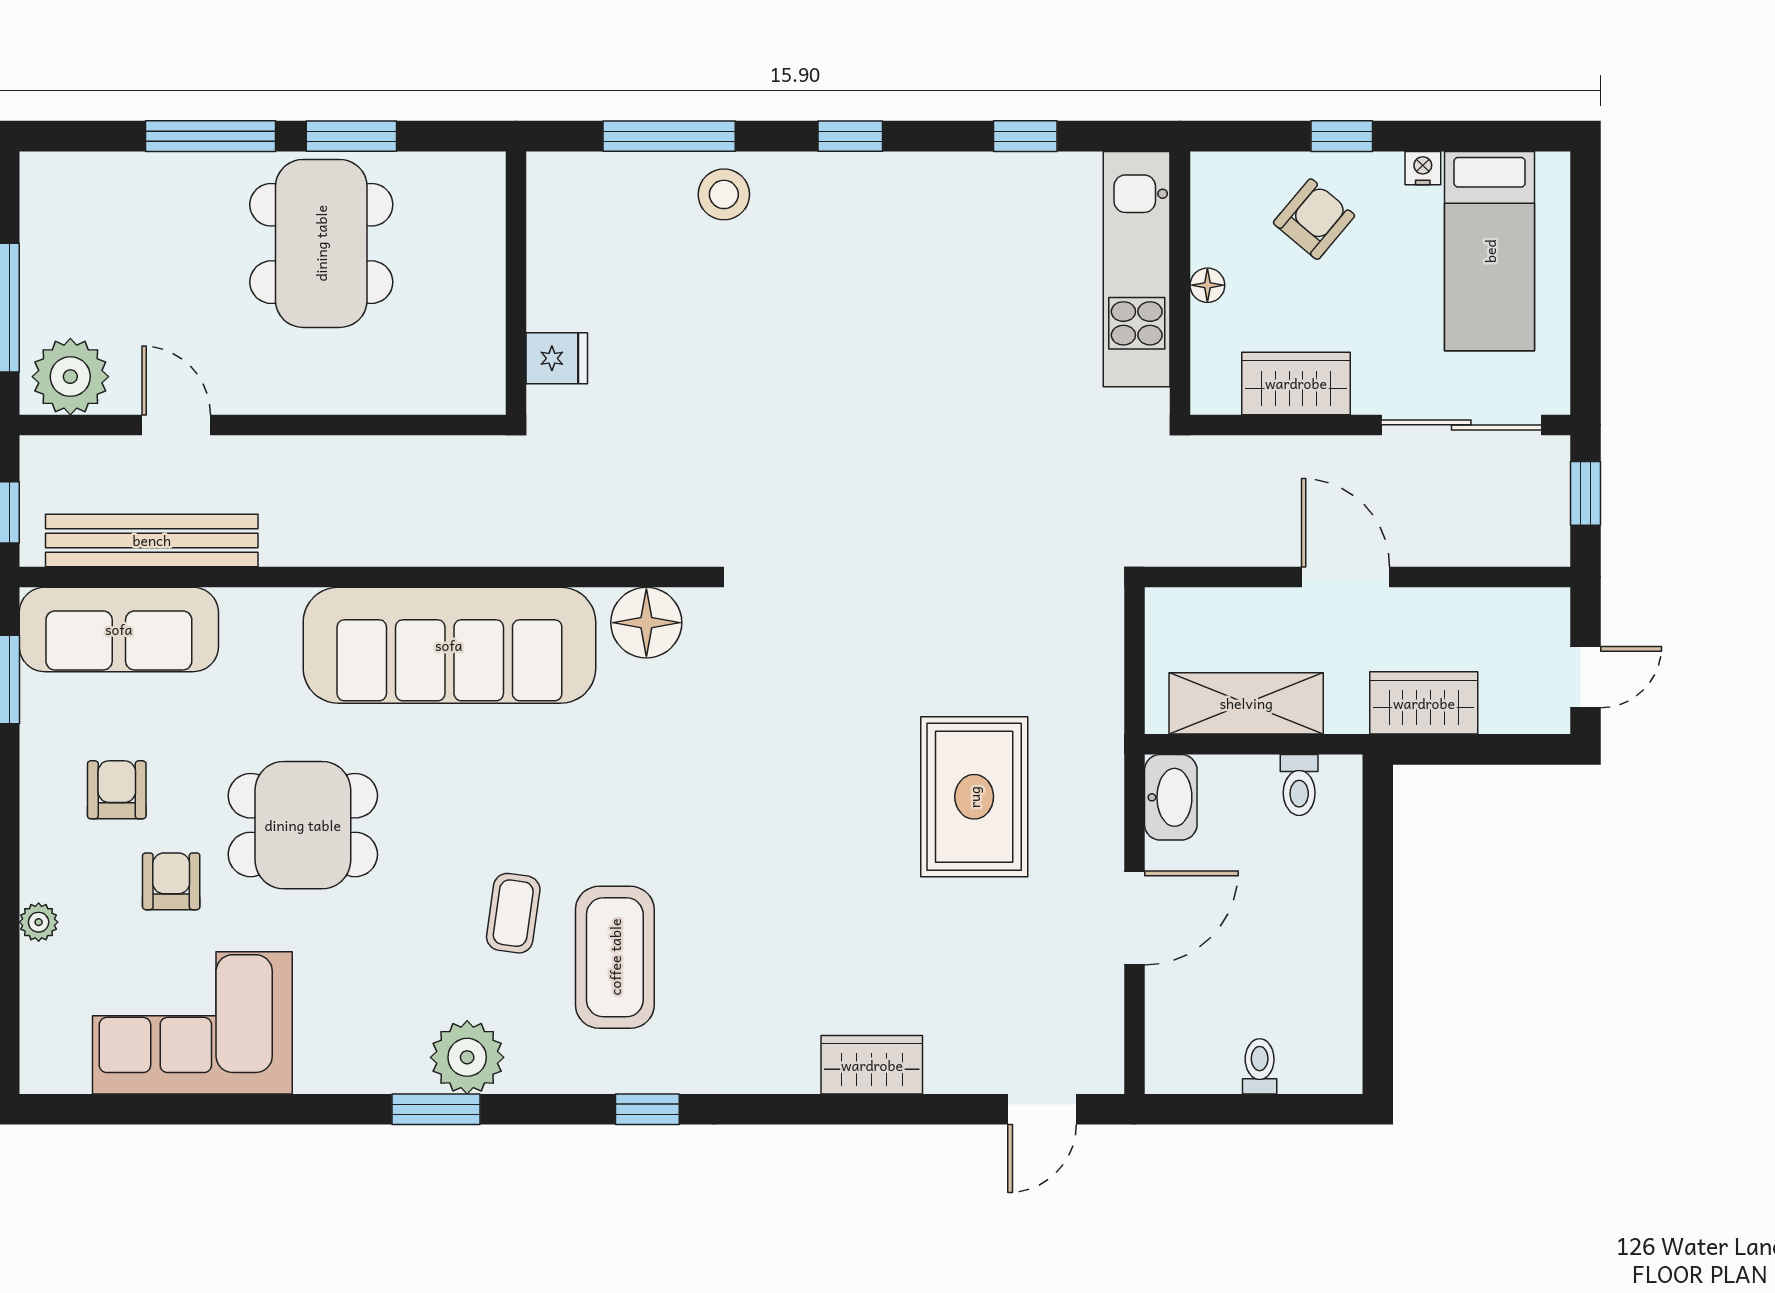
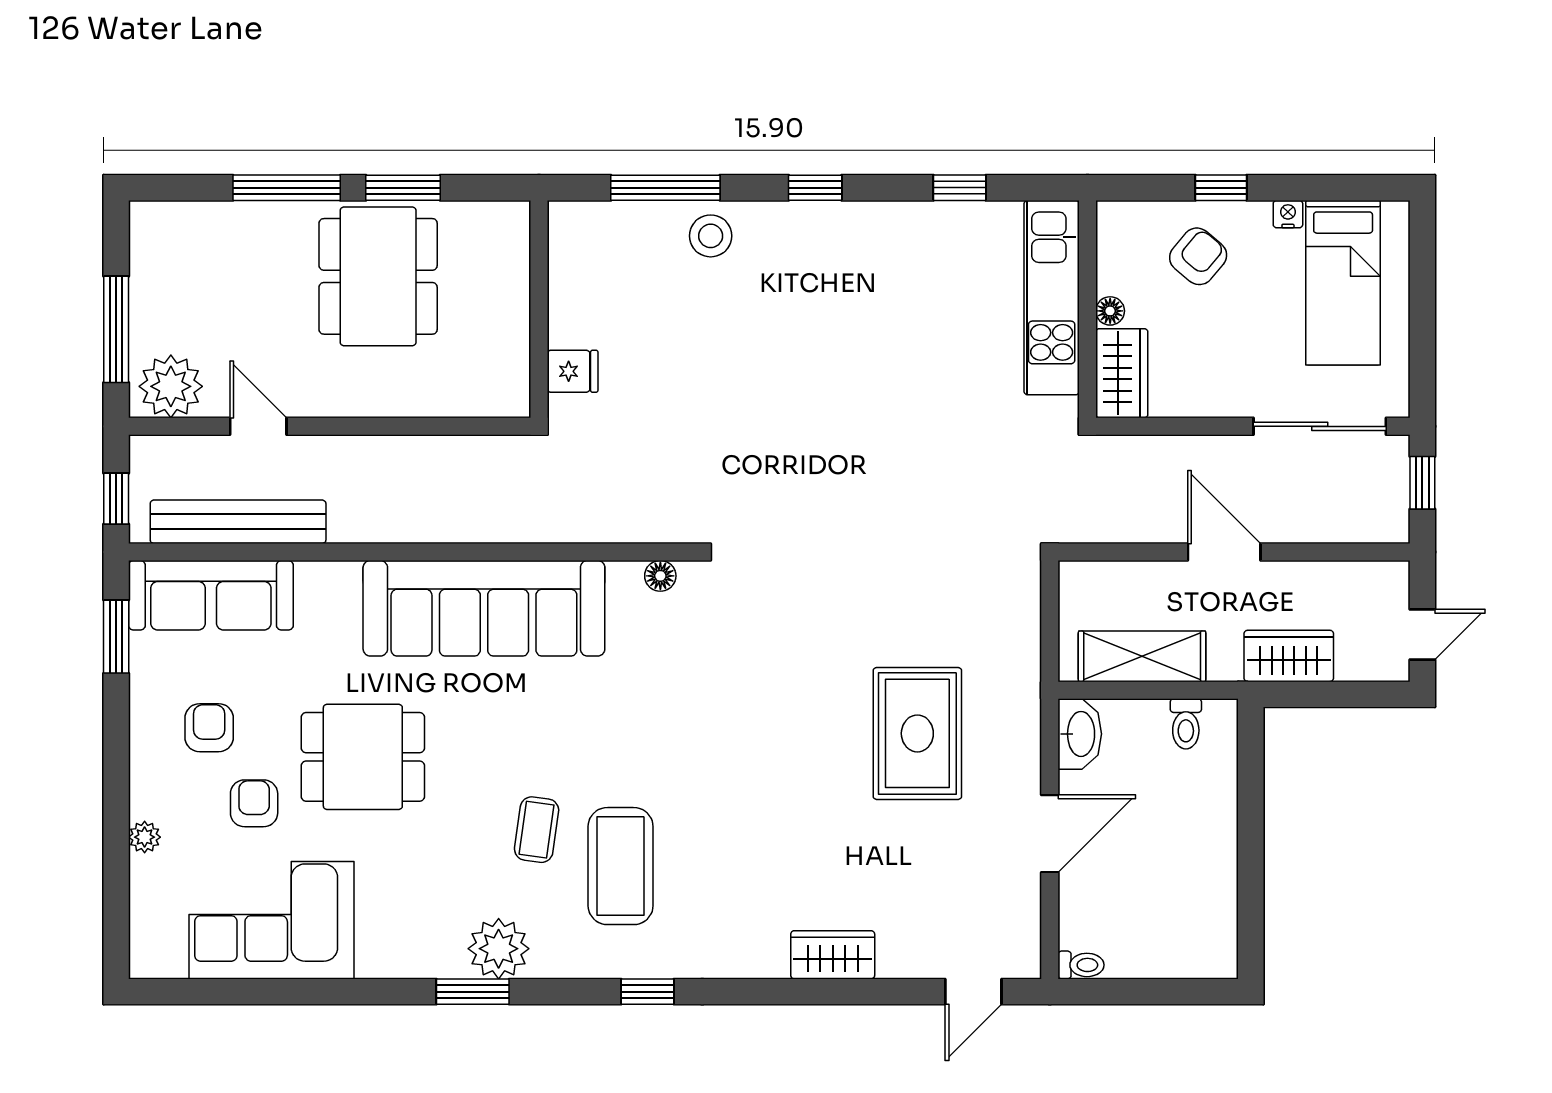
wardrobe: (1296, 383) -> (1122, 373), moved, turned 90
floor lamp: (646, 623) -> (660, 576), width x0.53, depth x0.53
toilet: (1260, 1066) -> (1081, 965), moved, turned 90

